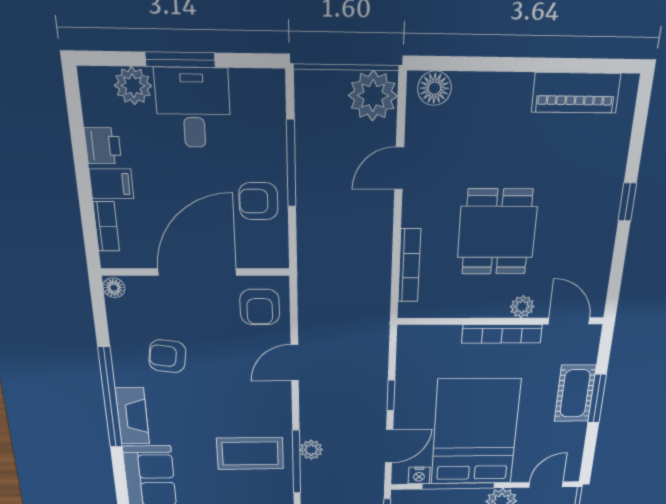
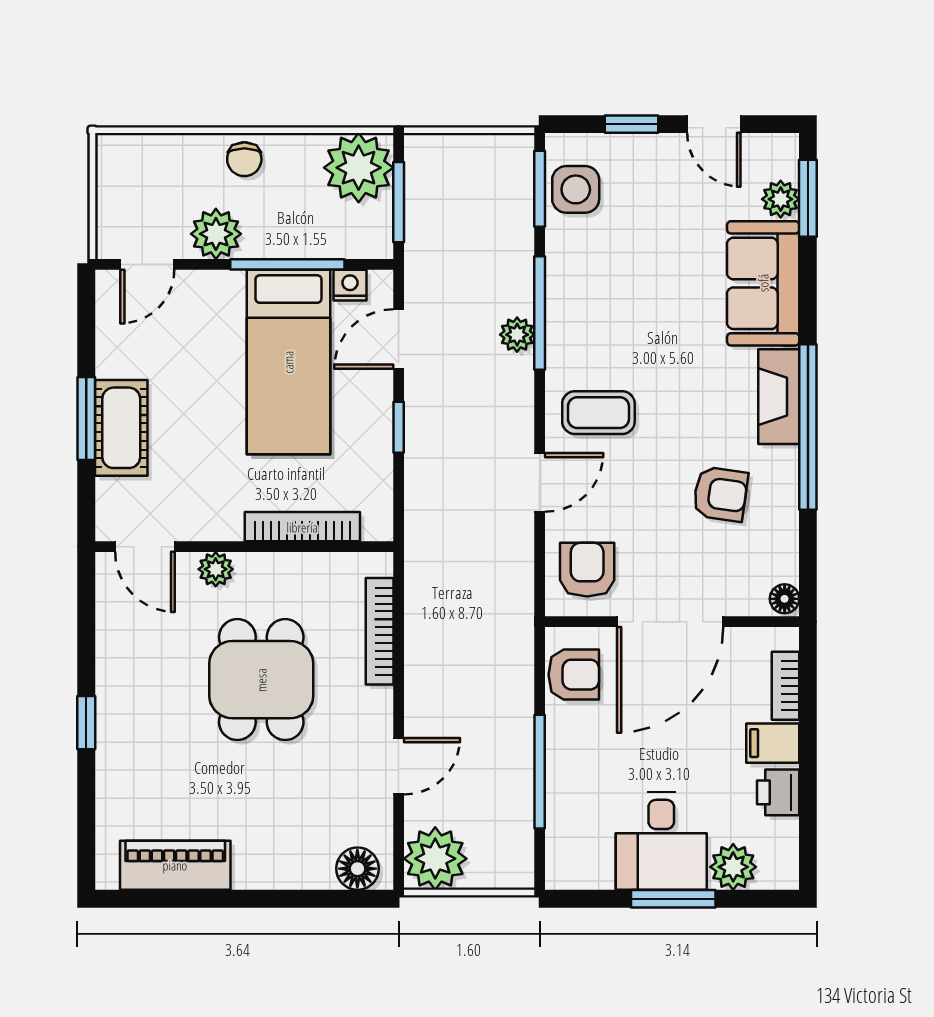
armchair: (258, 201) -> (574, 675), moved
bookcase: (502, 334) -> (302, 527), moved
bed: (475, 432) -> (288, 362), width x0.67
coffee table: (250, 453) -> (598, 413), moved, width x0.73, depth x0.77

